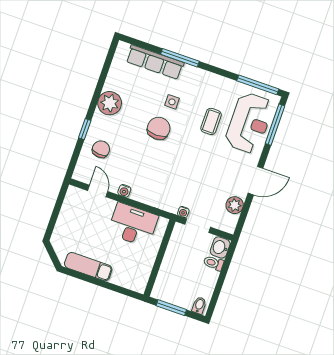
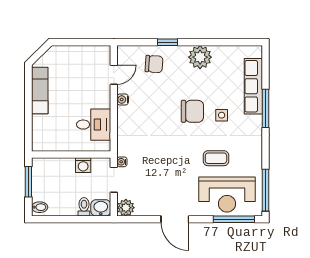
plant: (235, 205) -> (126, 208), moved
desk: (133, 225) -> (94, 125), width x0.73
washing machine: (174, 250) -> (83, 165), added

